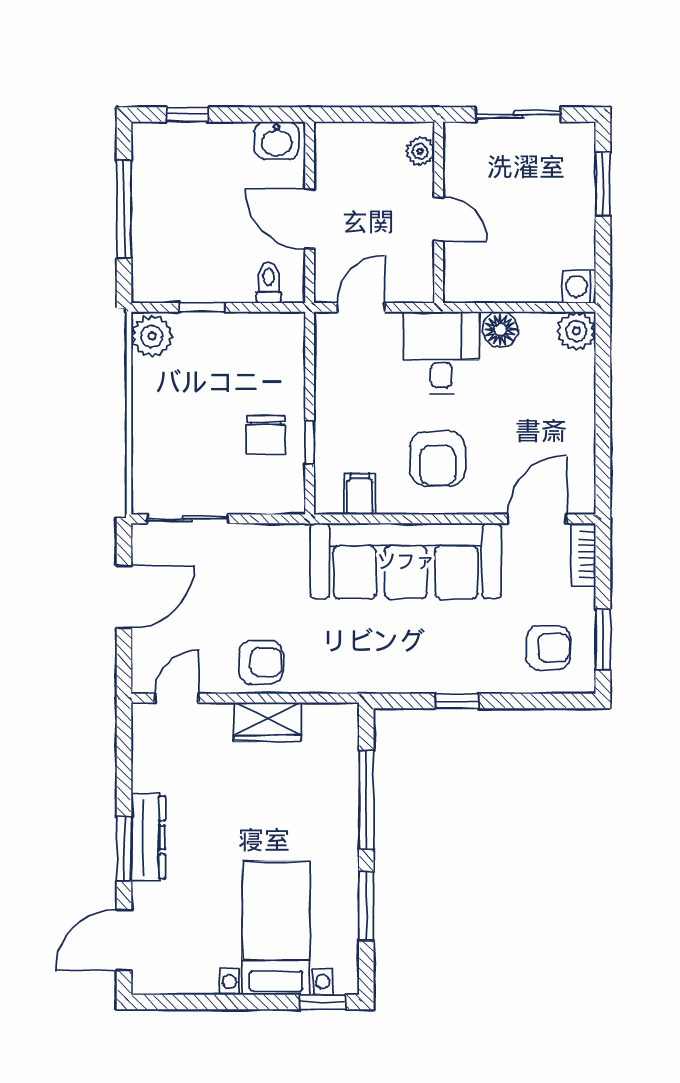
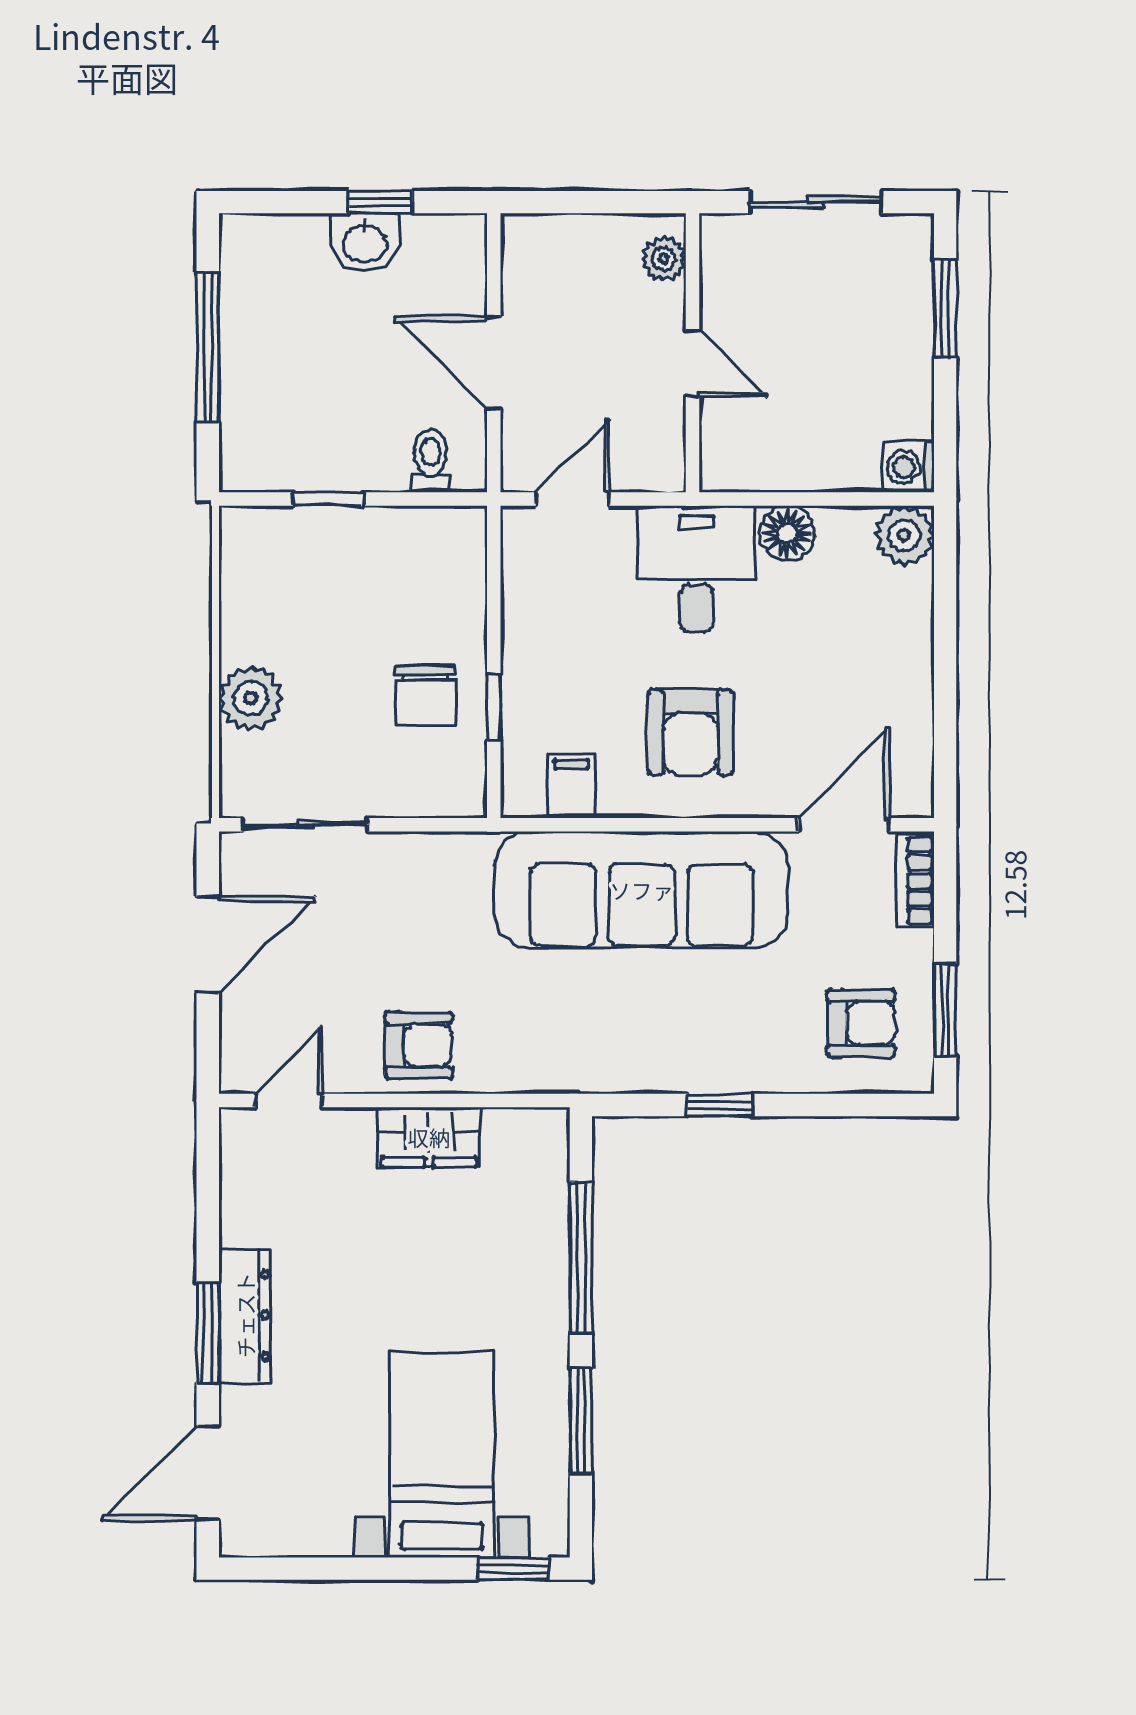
window: (187, 114) -> (380, 202), moved
washbasin: (277, 141) -> (365, 242), moved
plant: (152, 336) -> (251, 698), moved

